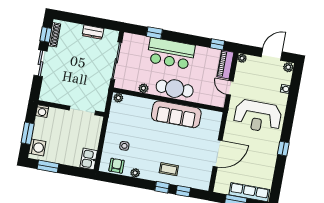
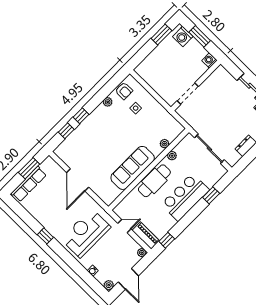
plant: (118, 98) -> (164, 144), moved
kitchen sink: (89, 159) -> (145, 72), removed
coffee table: (169, 169) -> (92, 131), removed

